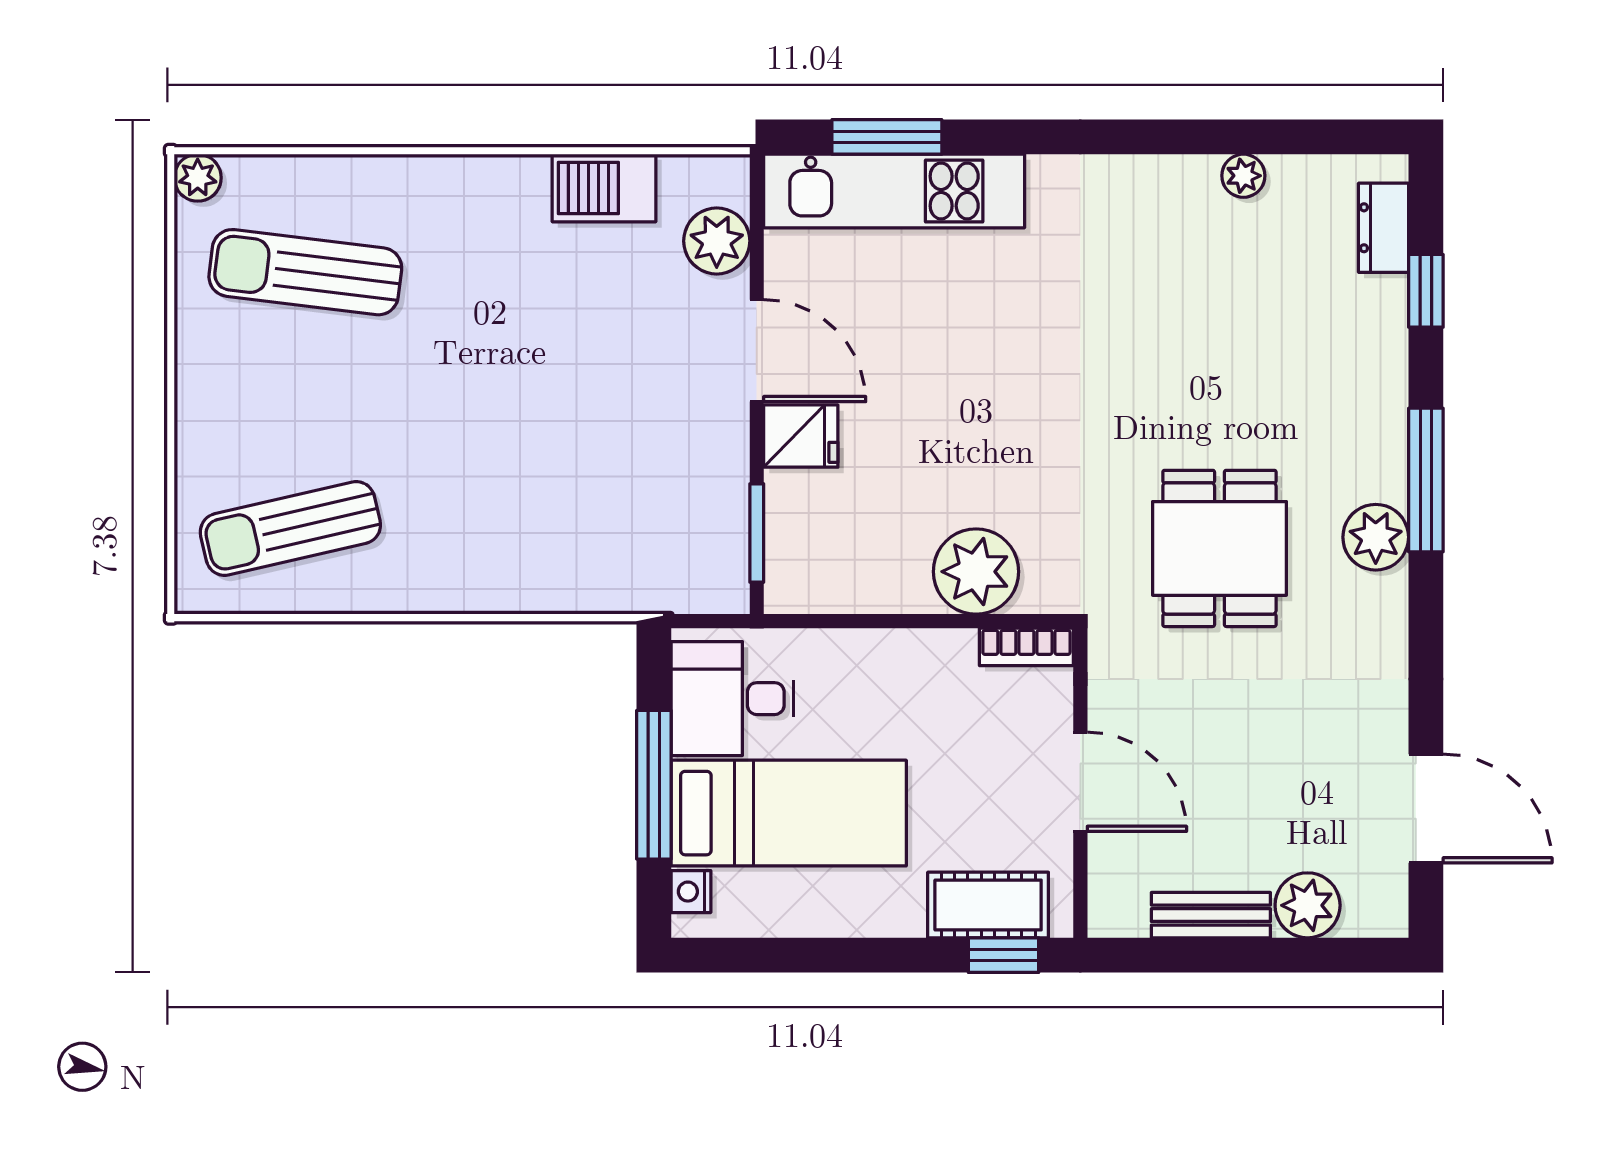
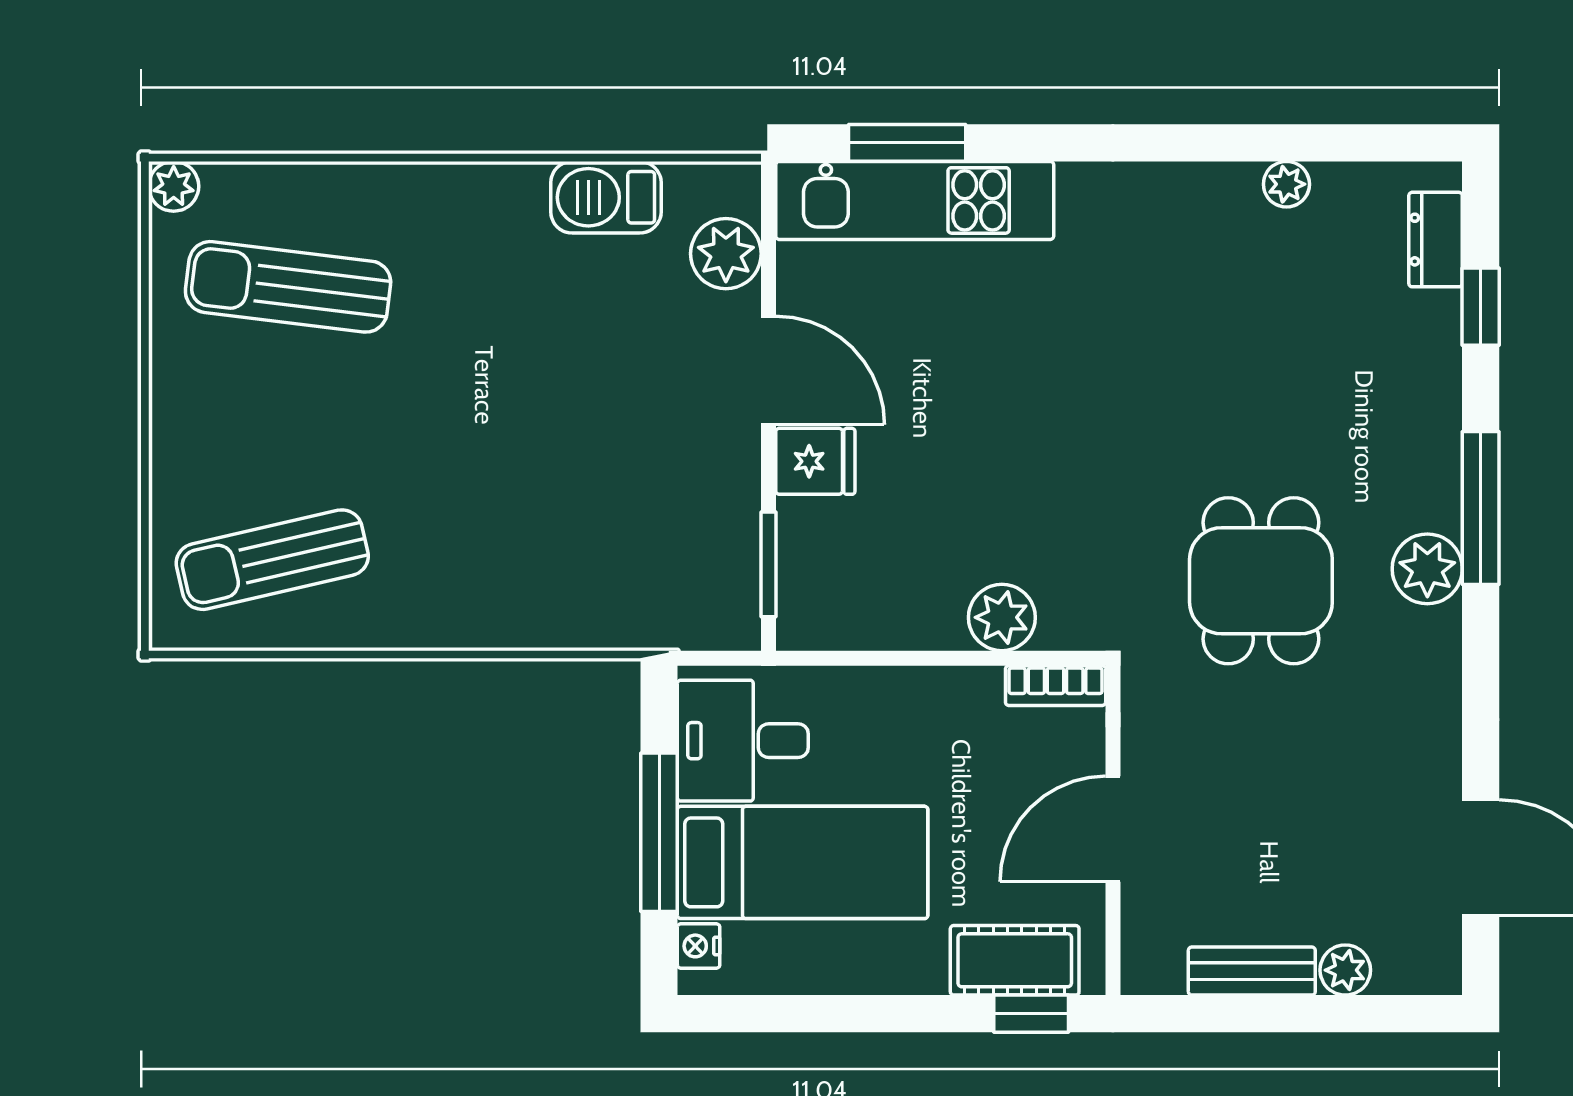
plant: (976, 572) -> (1002, 617), width x0.73, depth x0.73
door: (1080, 782) -> (1113, 829), swing flipped
plant: (1308, 905) -> (1345, 970), width x0.73, depth x0.73

